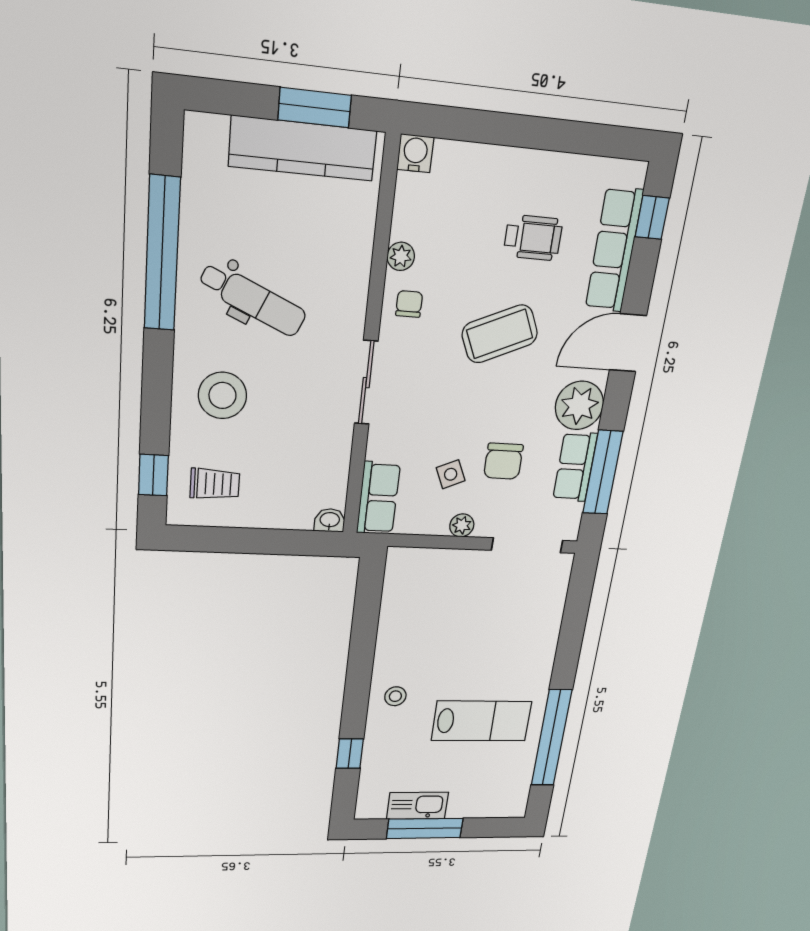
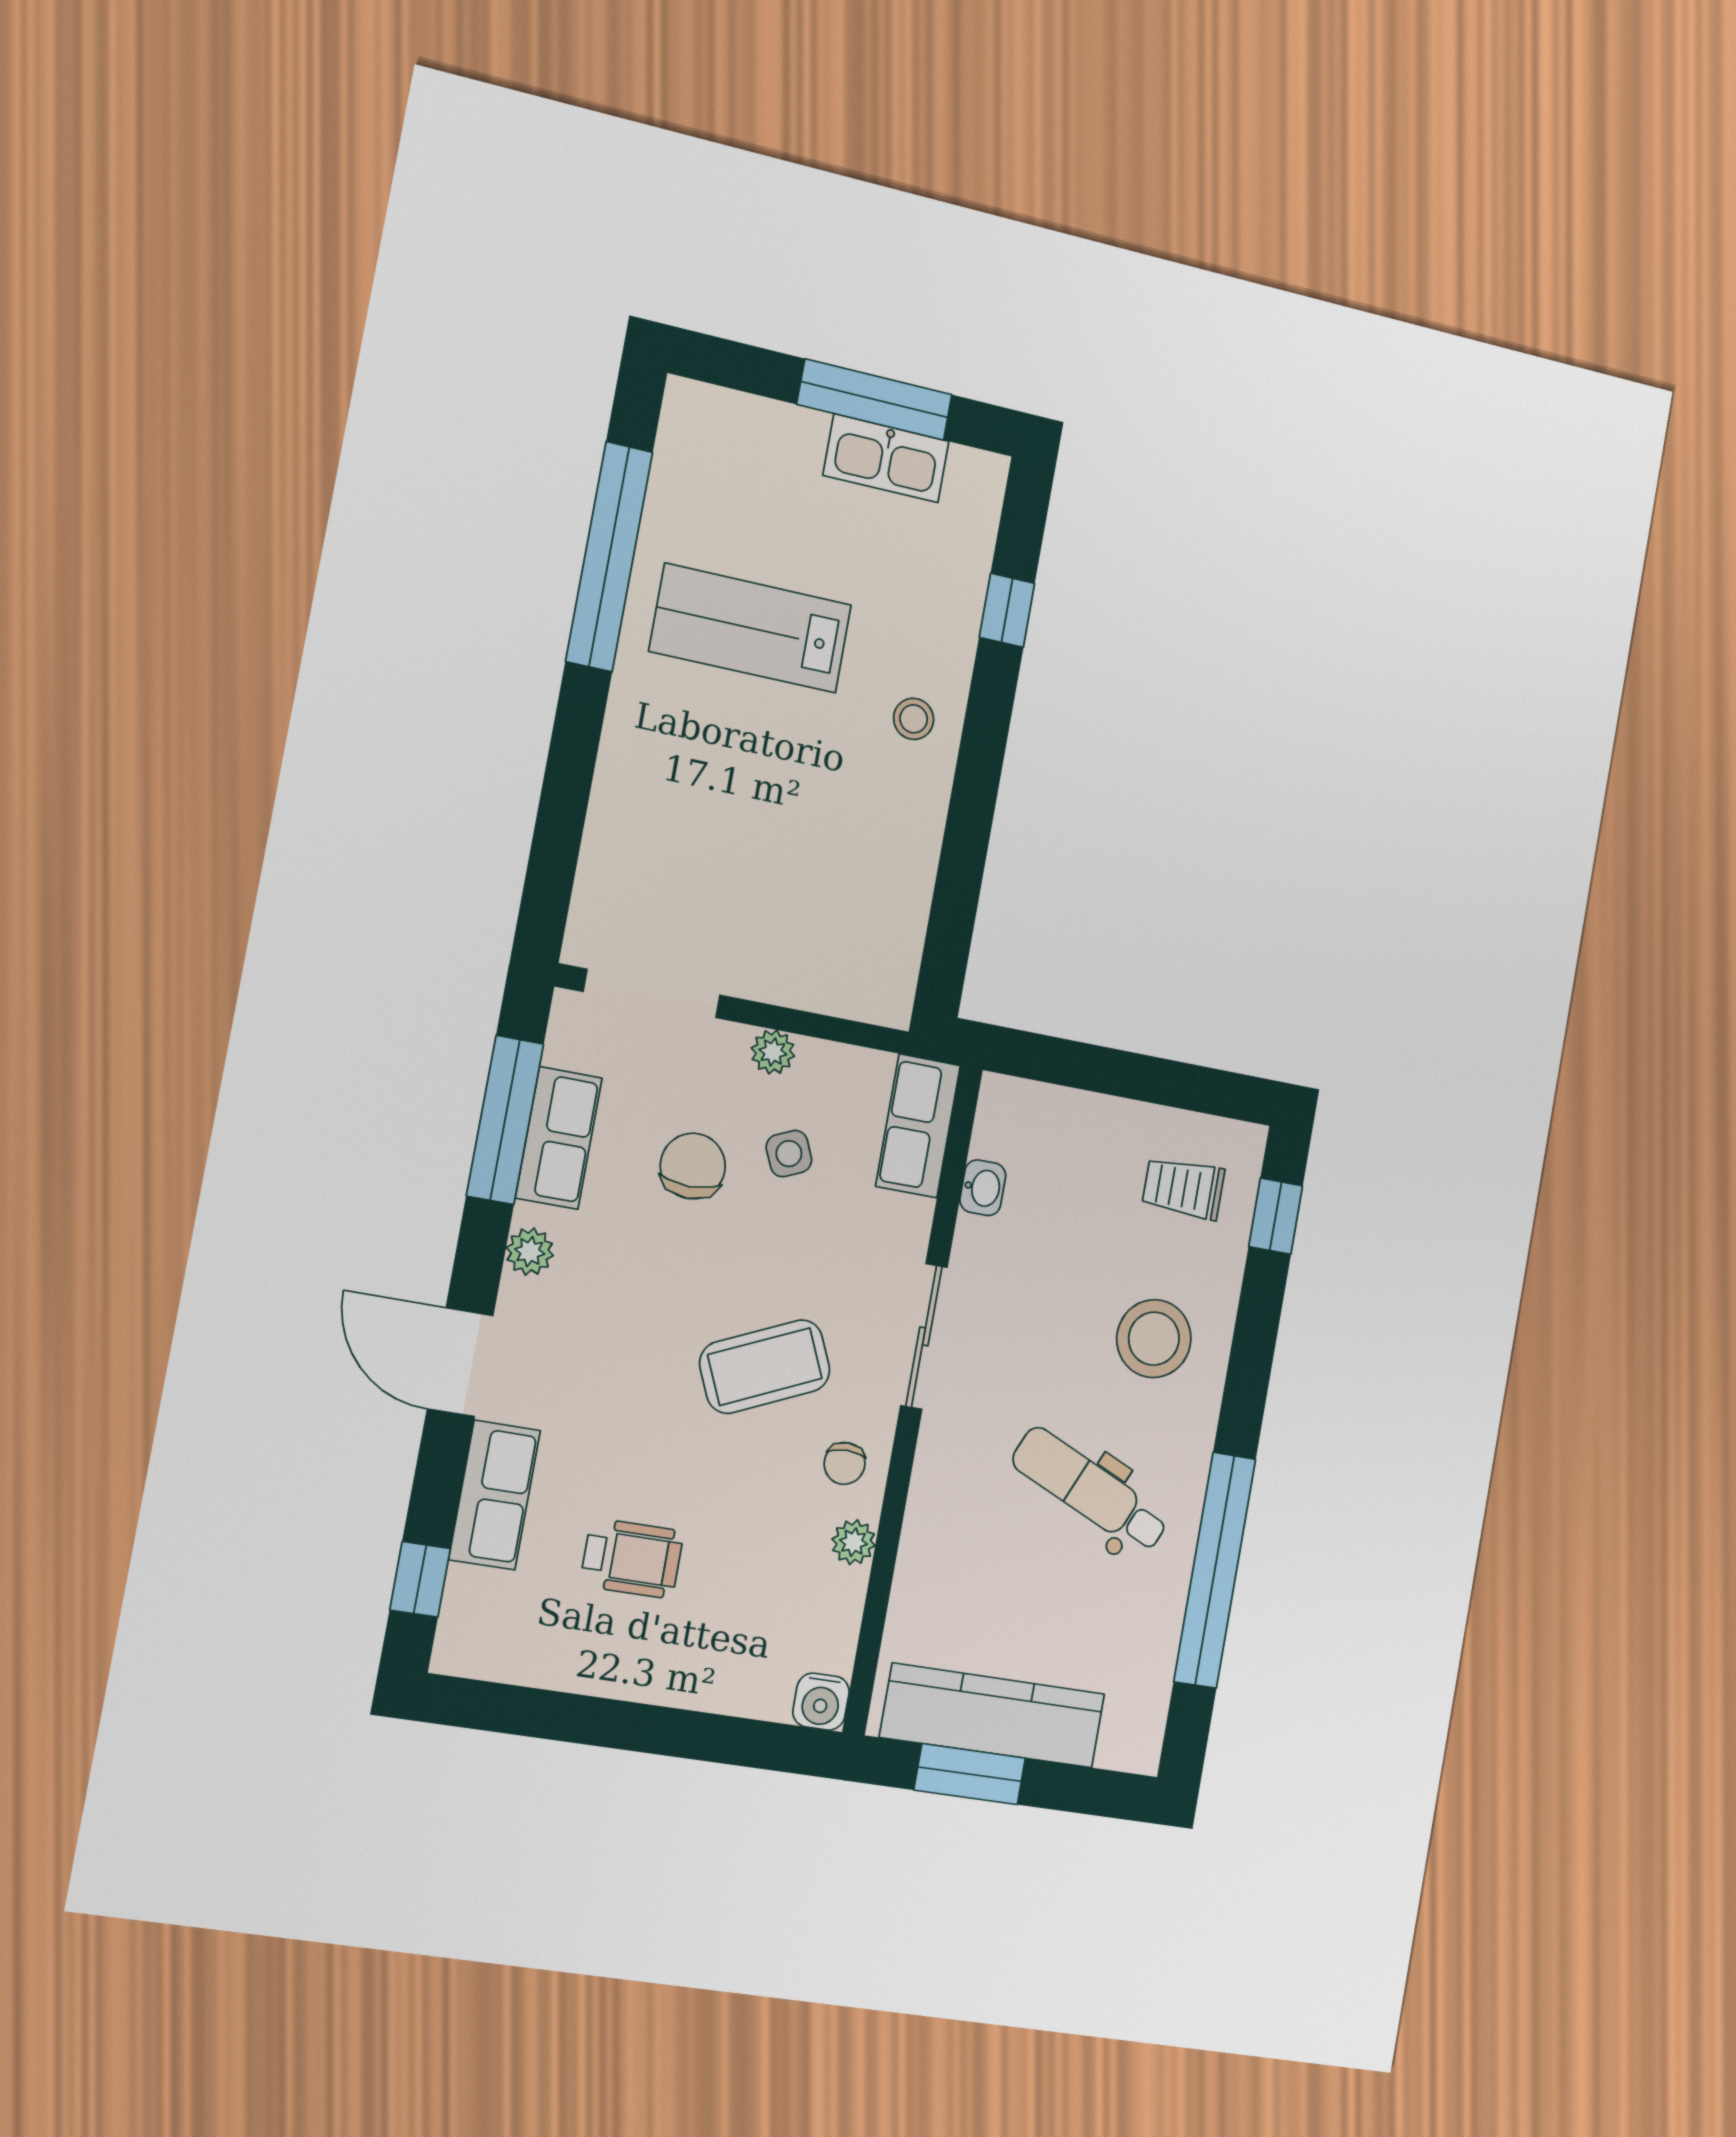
wheelchair: (533, 238) -> (632, 1558), turned 180
row of seats: (614, 250) -> (495, 1495), width x0.68
coffee table: (500, 334) -> (765, 1367), moved
door: (628, 343) -> (460, 1362), swing flipped
plant: (579, 405) -> (530, 1252), width x0.53, depth x0.53
washbasin: (330, 520) -> (983, 1188), moved, turned -90

